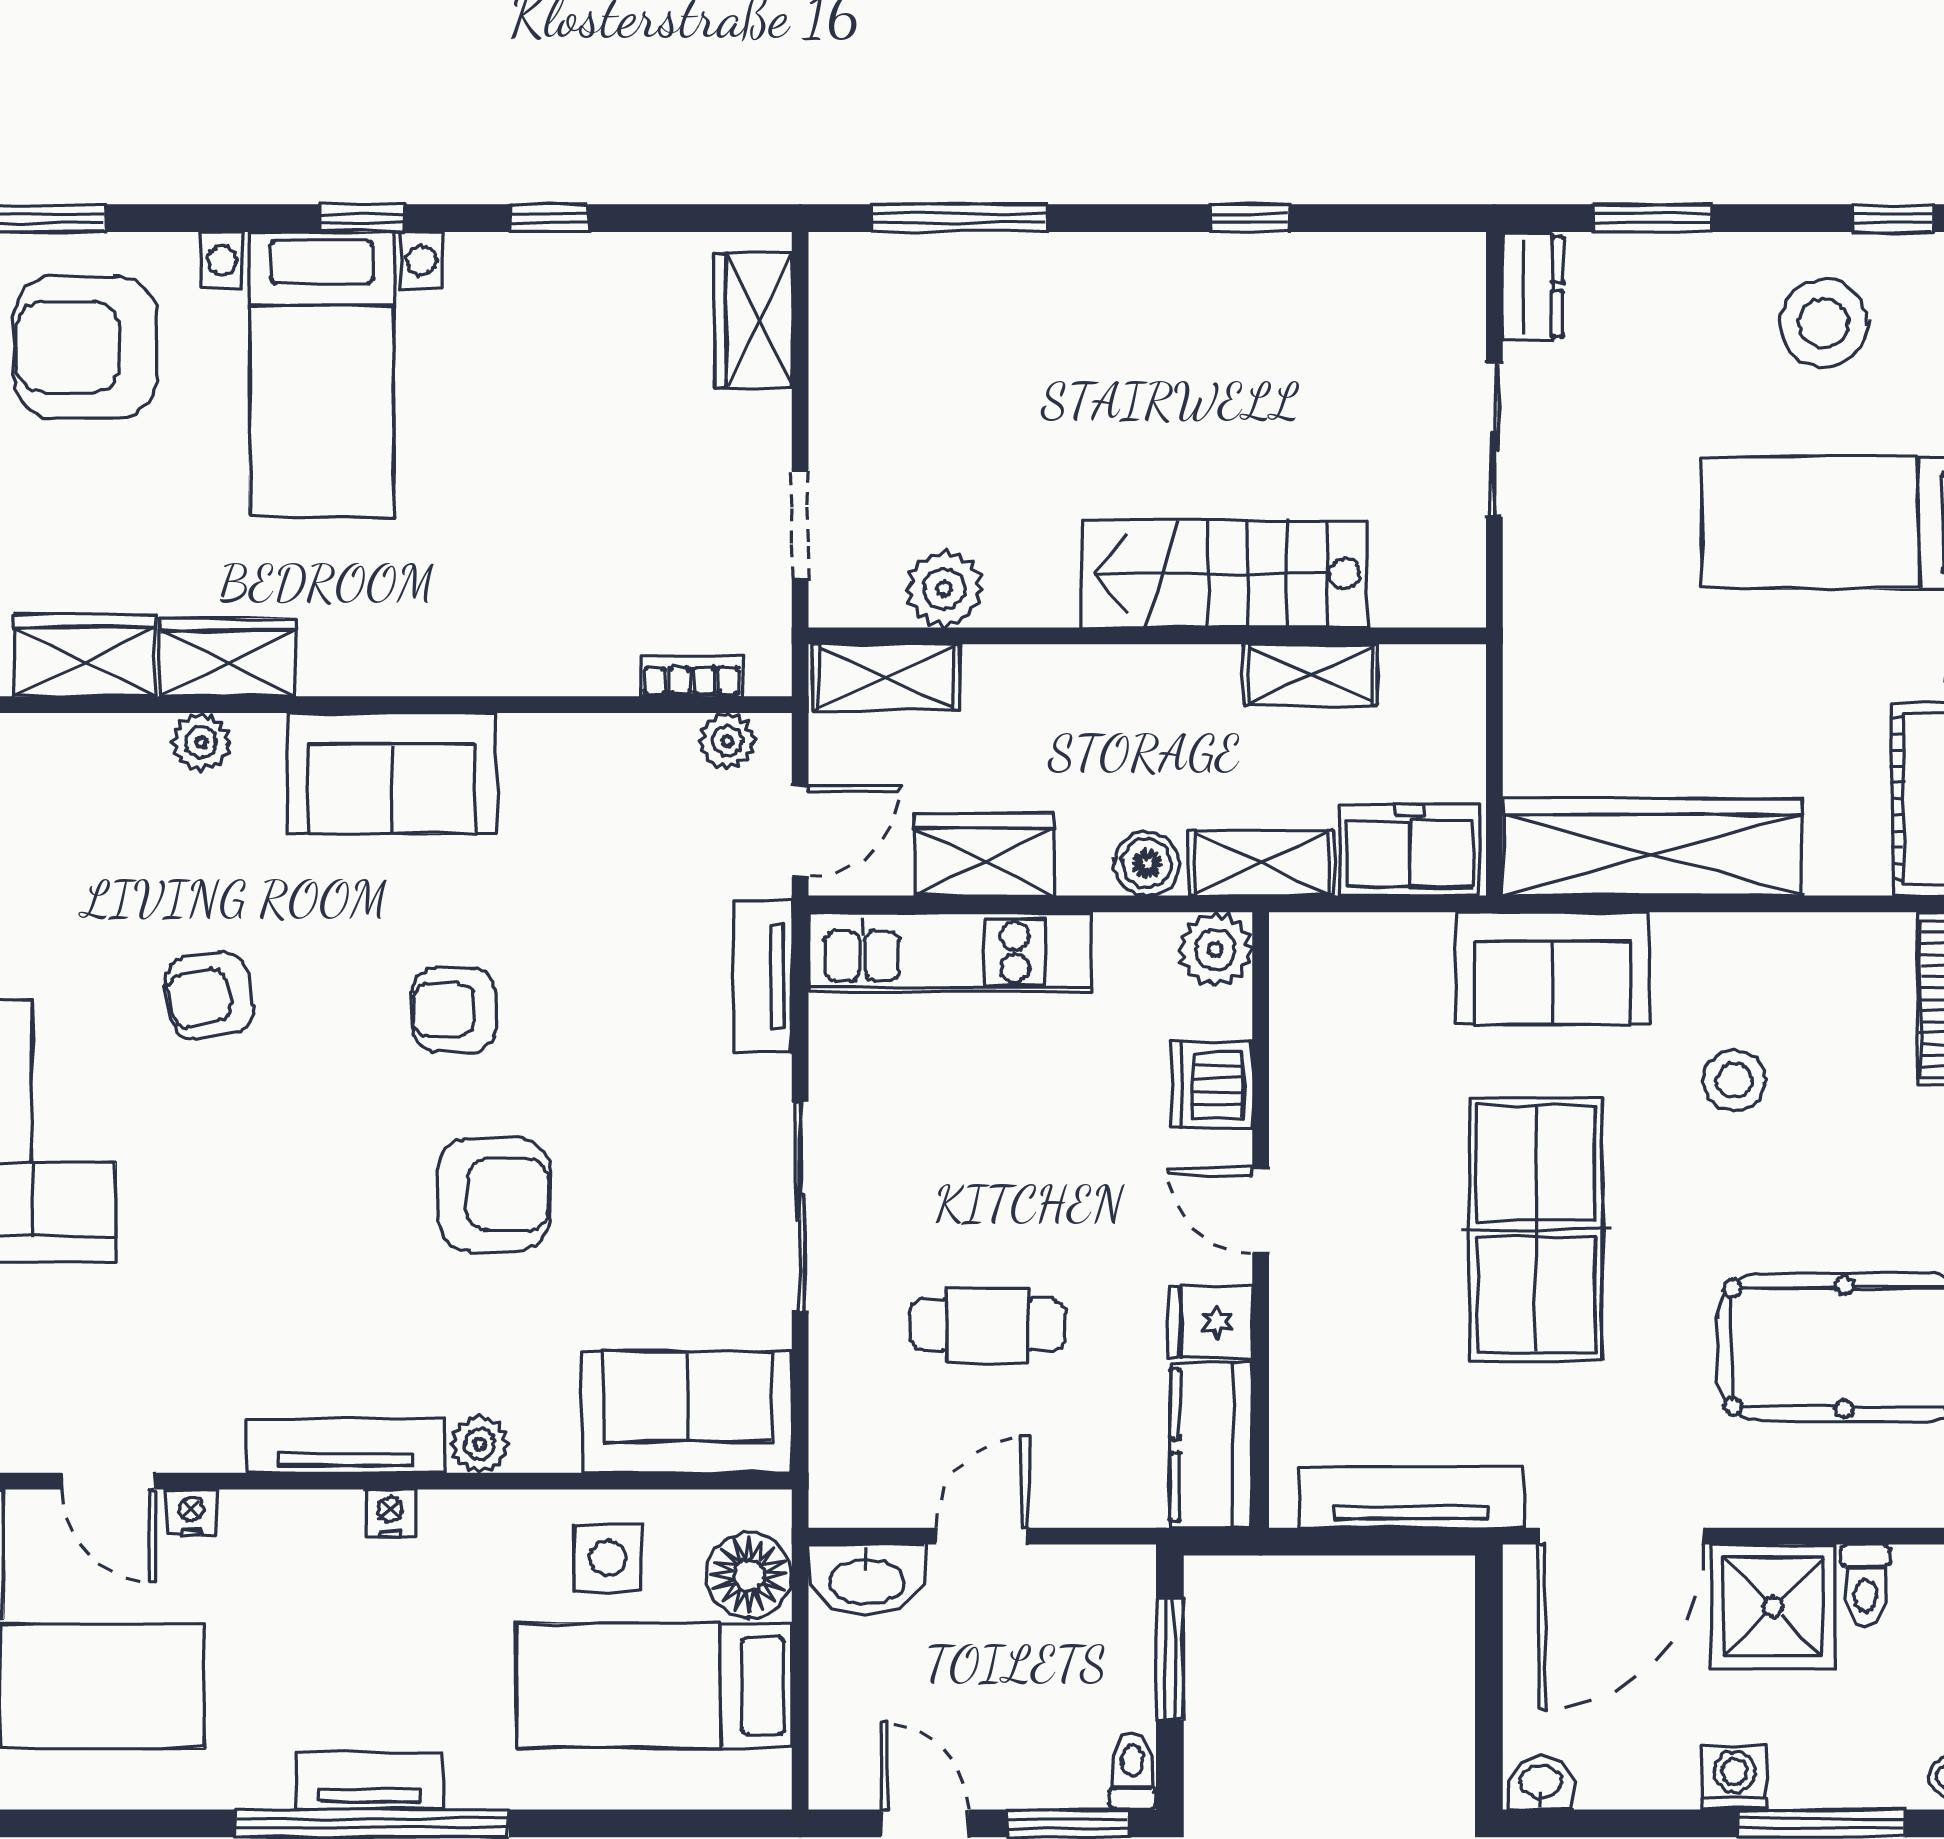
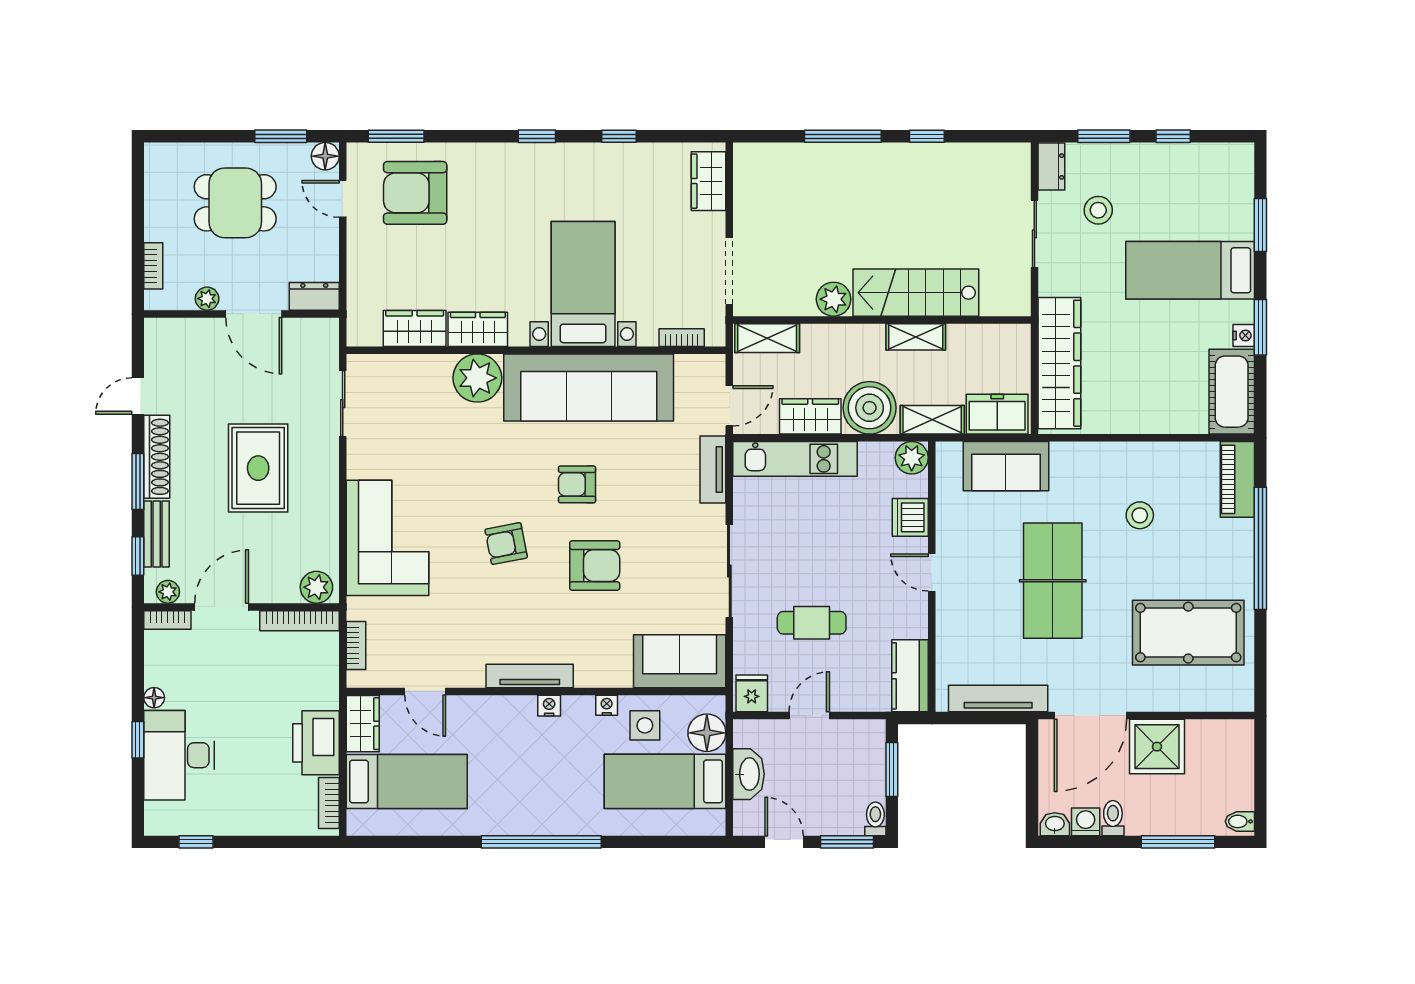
window: (959, 218) -> (843, 136), moved
window: (1893, 218) -> (1173, 136), moved
stool: (1824, 323) -> (1098, 210), moved, width x0.73, depth x0.73
bed with nightstands: (322, 374) -> (583, 284), moved, turned 180
doorway: (800, 525) -> (729, 271), width x1.38
plant: (944, 589) -> (834, 299), moved
shelving: (1310, 674) -> (916, 337), moved
plant: (727, 741) -> (697, 366), removed
plant: (201, 742) -> (477, 378), width x1.88, depth x1.88
sofa: (392, 773) -> (589, 387), width x1.85, depth x1.27
wardrobe: (1652, 847) -> (1059, 363), moved, turned 90
boiler: (1147, 864) -> (870, 408), width x1.86, depth x1.86
sofa: (1552, 968) -> (1006, 466), moved
armchair: (209, 996) -> (506, 544), moved
fridge: (1210, 1322) -> (752, 693), moved, turned 90
plant: (479, 1444) -> (588, 675), removed
nightstand: (191, 1513) -> (607, 705), moved
washbasin: (866, 1580) -> (749, 774), moved, turned -90
toilet: (1866, 1585) -> (1113, 818), moved, turned 180
washing machine: (1735, 1778) -> (1086, 822), moved
tv unit: (370, 1781) -> (540, 823), removed

